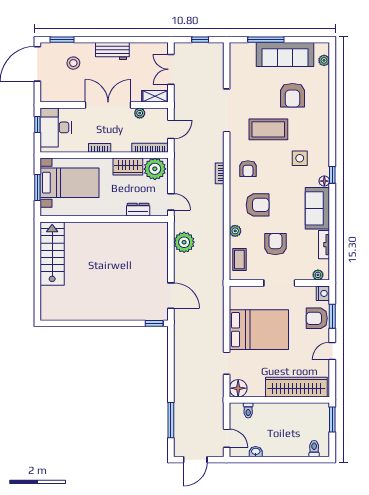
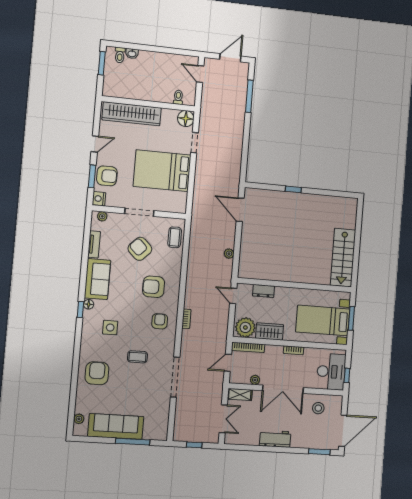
stool: (73, 63) -> (318, 408), moved
armchair: (292, 95) -> (97, 373), moved
coffee table: (268, 129) -> (137, 357), width x0.54, depth x0.58
plant: (235, 231) -> (176, 264), removed
plant: (184, 242) -> (229, 254), width x0.53, depth x0.53
armchair: (275, 244) -> (140, 249), turned 134
window: (154, 323) -> (293, 189), moved
window: (332, 420) -> (102, 63), moved
washbasin: (256, 452) -> (132, 54), moved

